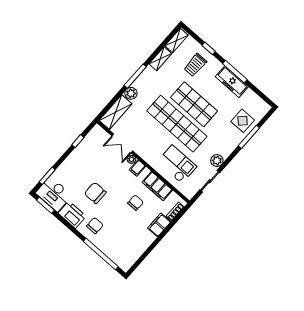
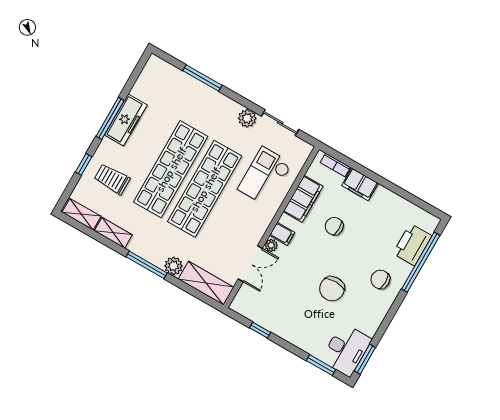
trolley: (195, 65) -> (112, 179), turned 180
shop shelf: (194, 104) -> (171, 169), width x1.40
display table: (243, 121) -> (181, 92), removed
printer: (72, 215) -> (412, 245), moved

